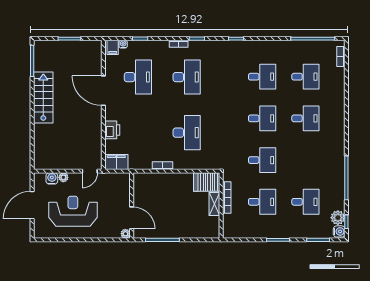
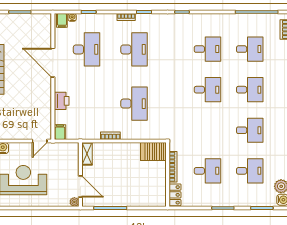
desk: (262, 160) -> (250, 130), moved
filing cabinet: (116, 162) -> (60, 132), width x0.50
plant: (63, 177) -> (14, 147), removed
shelving: (214, 204) -> (87, 154), moved
locker: (229, 226) -> (175, 195), added

